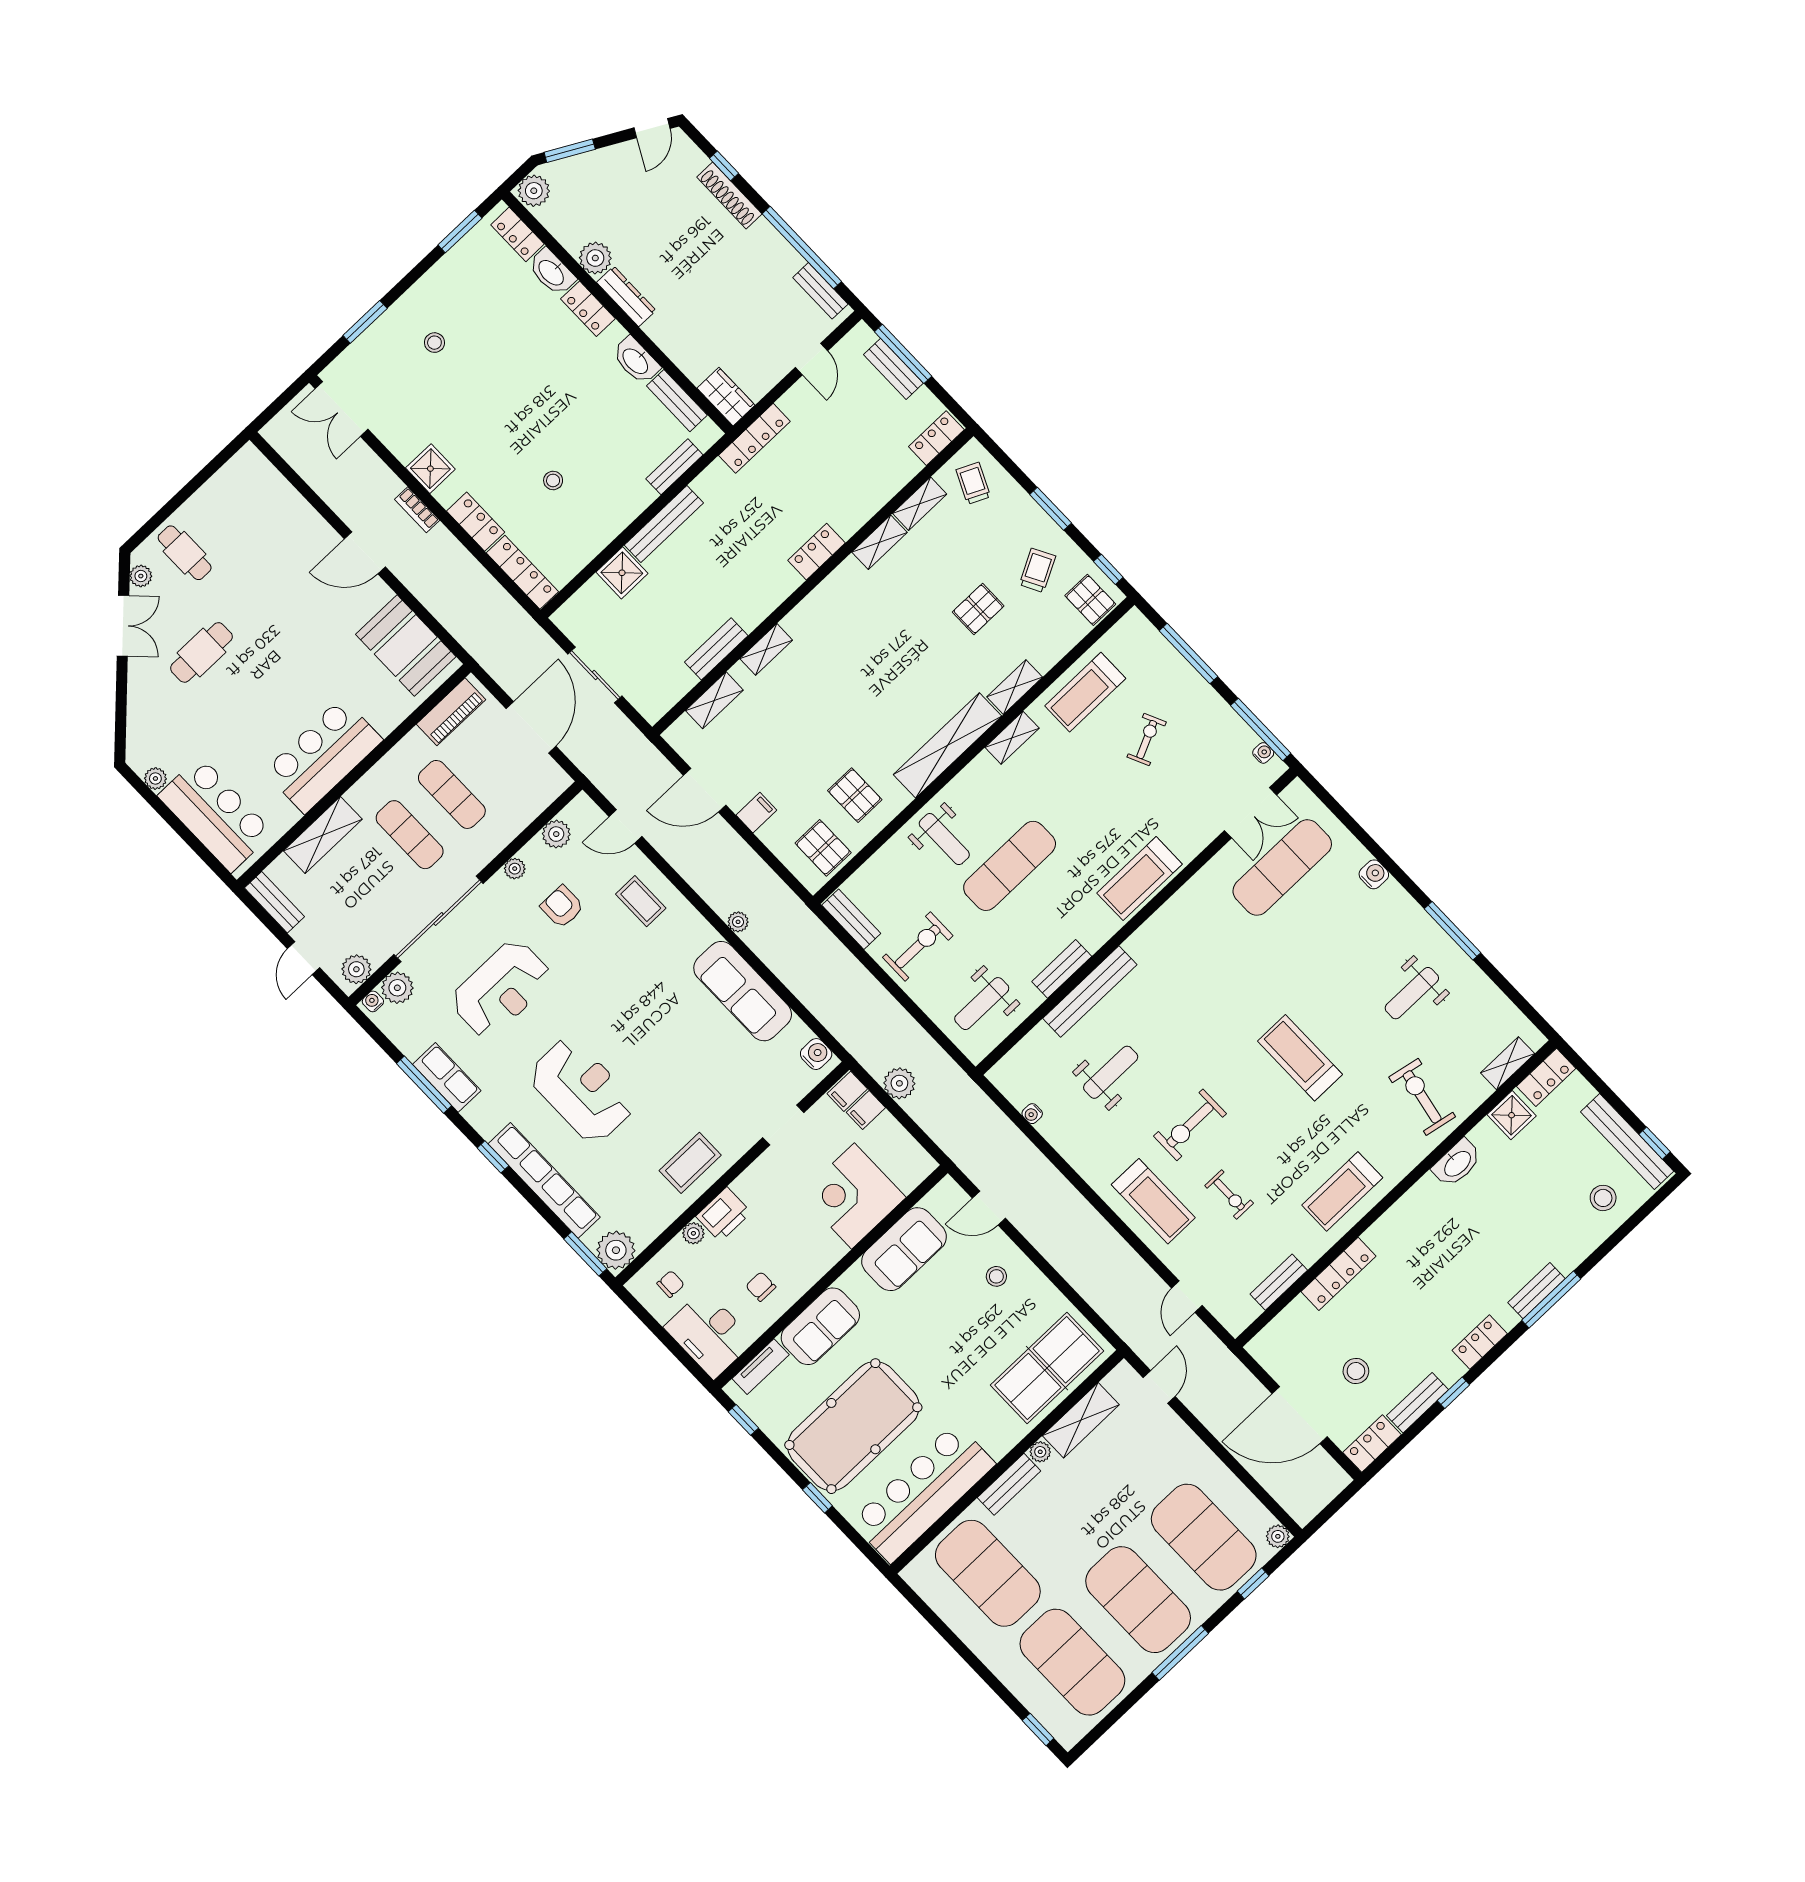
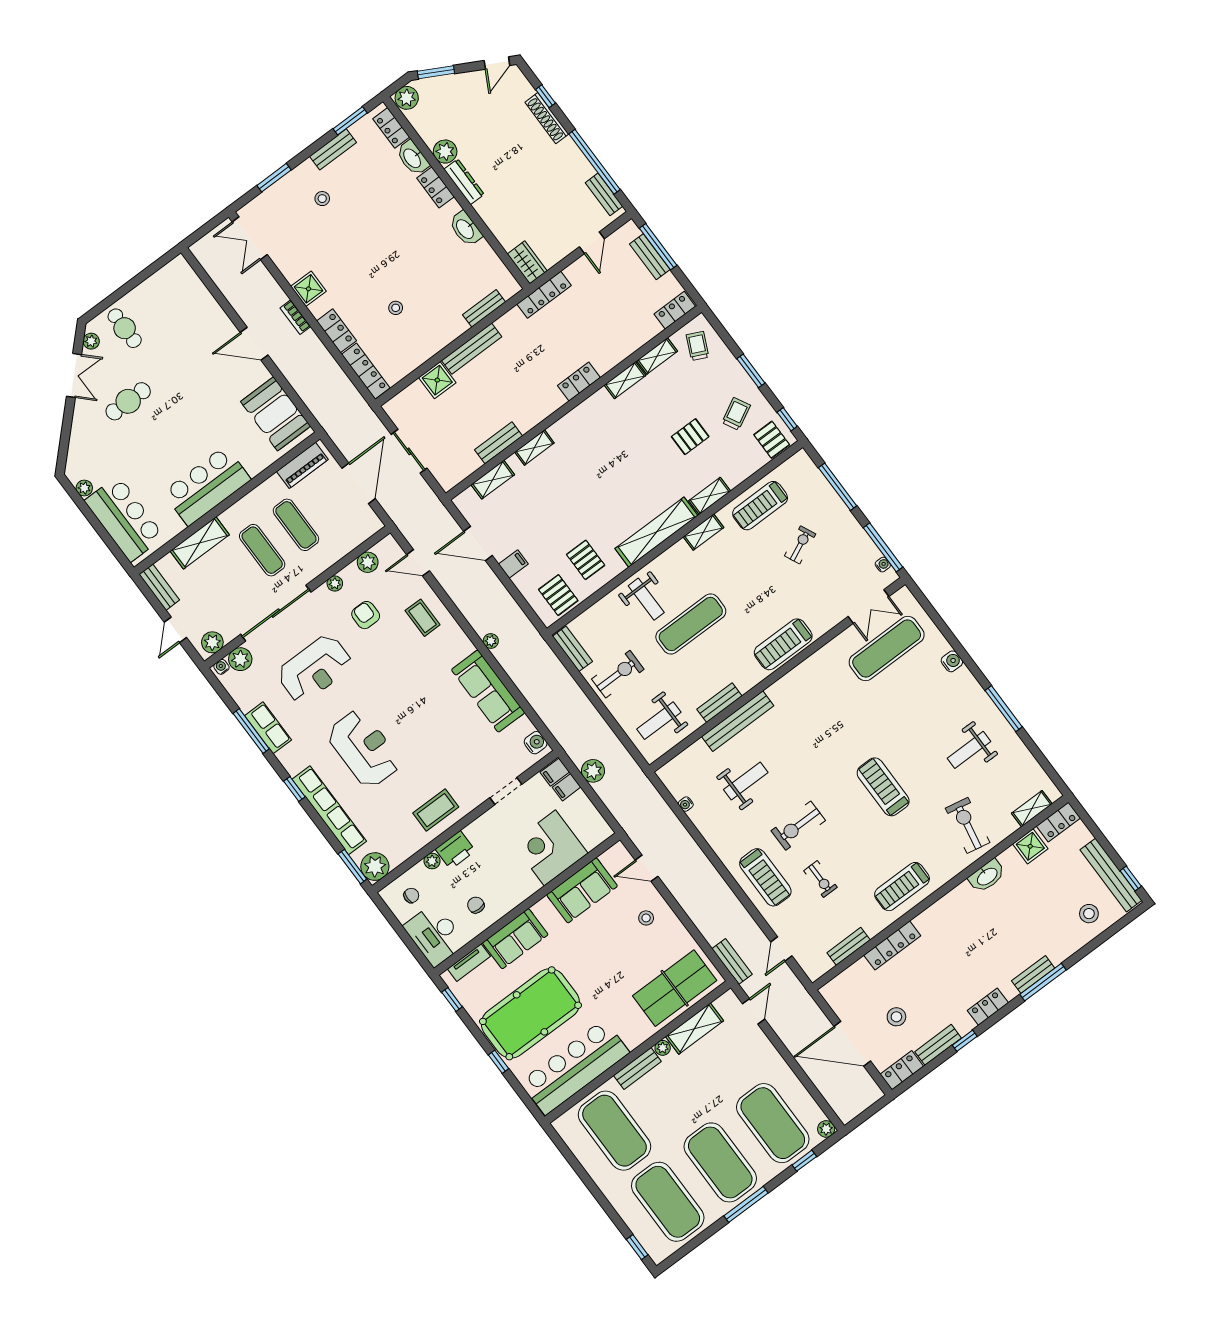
bench: (677, 401) -> (333, 149), moved, turned 90
bench: (1121, 1322) -> (732, 962), added

